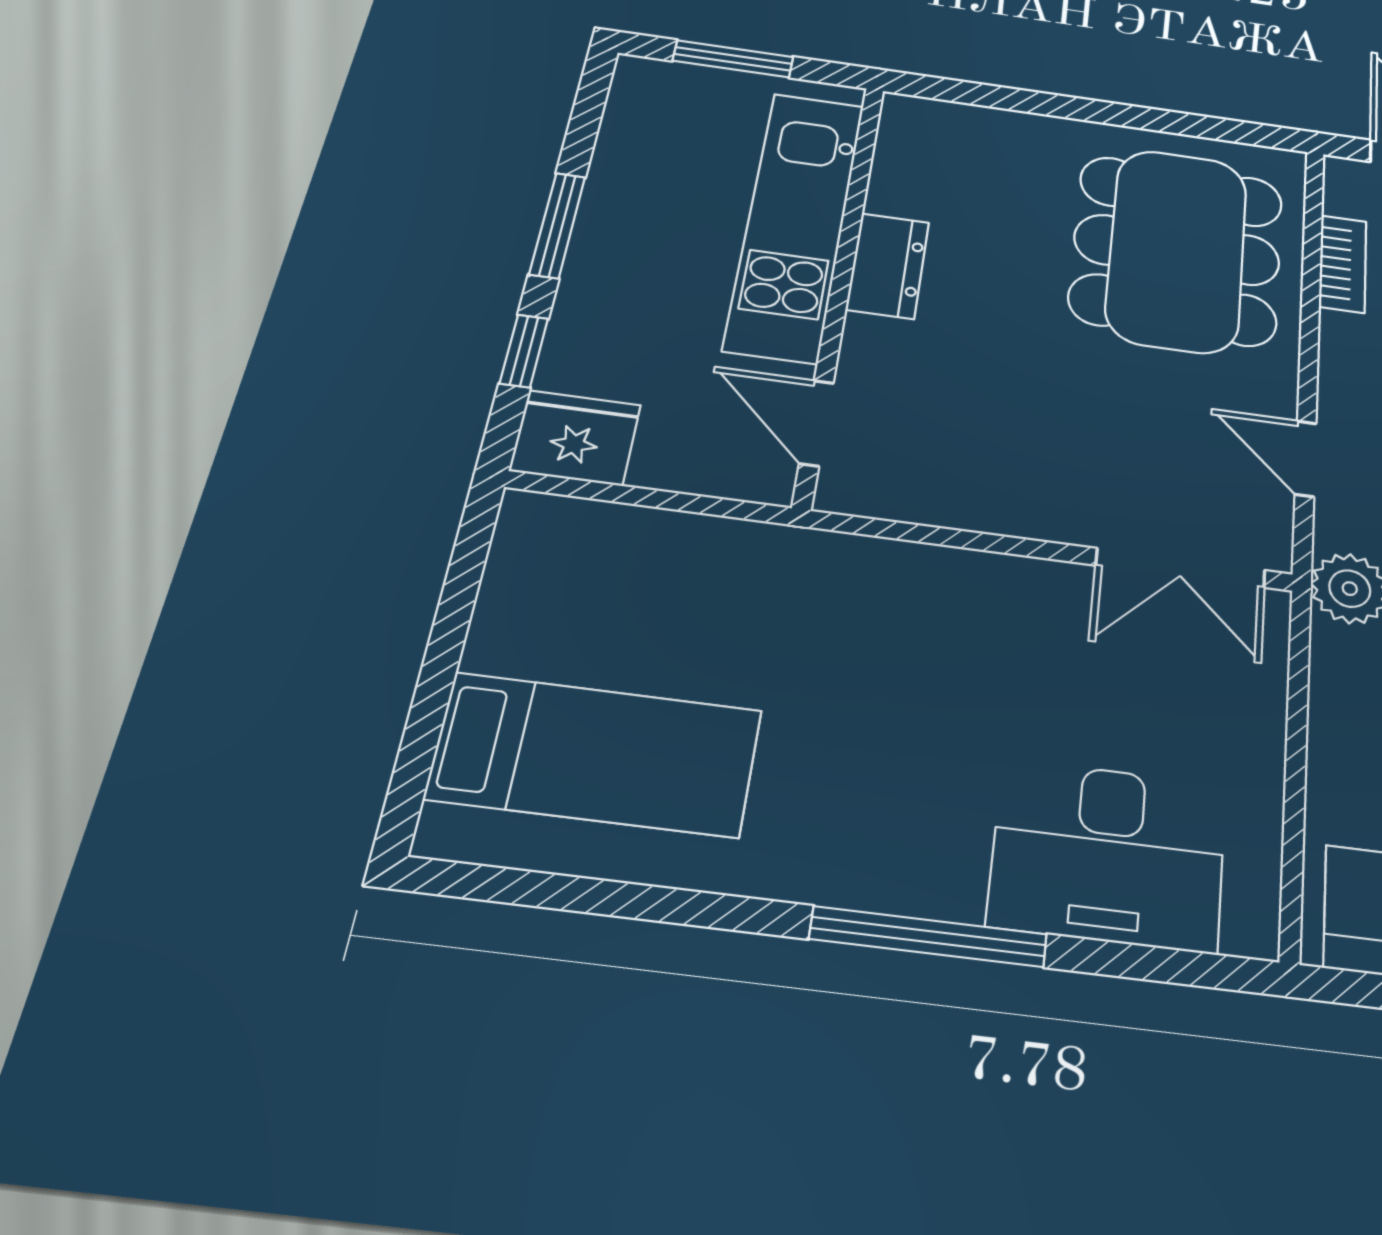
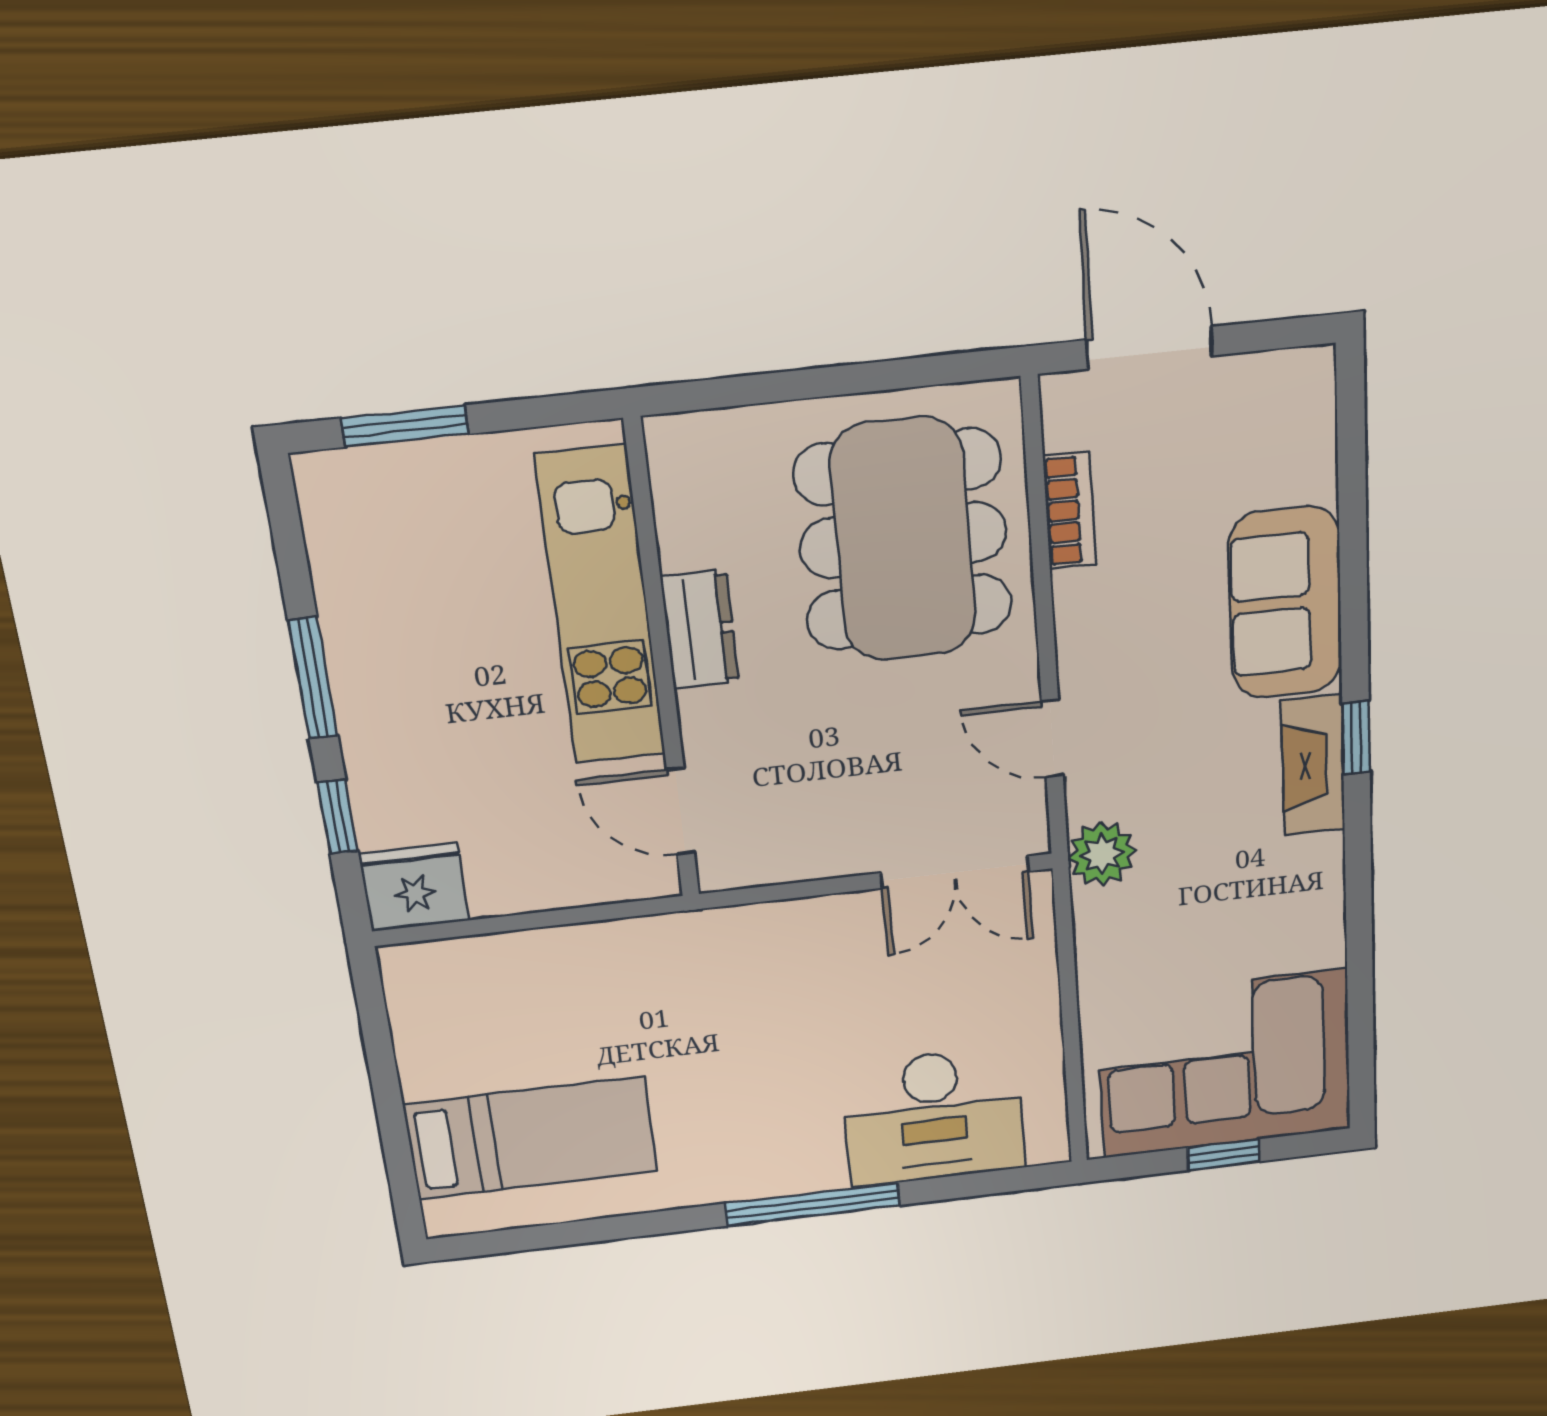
kitchen unit: (795, 224) -> (601, 607), moved
dresser: (888, 266) -> (700, 629), moved
wall: (840, 286) -> (662, 665), moved
door: (816, 423) -> (680, 811), moved

